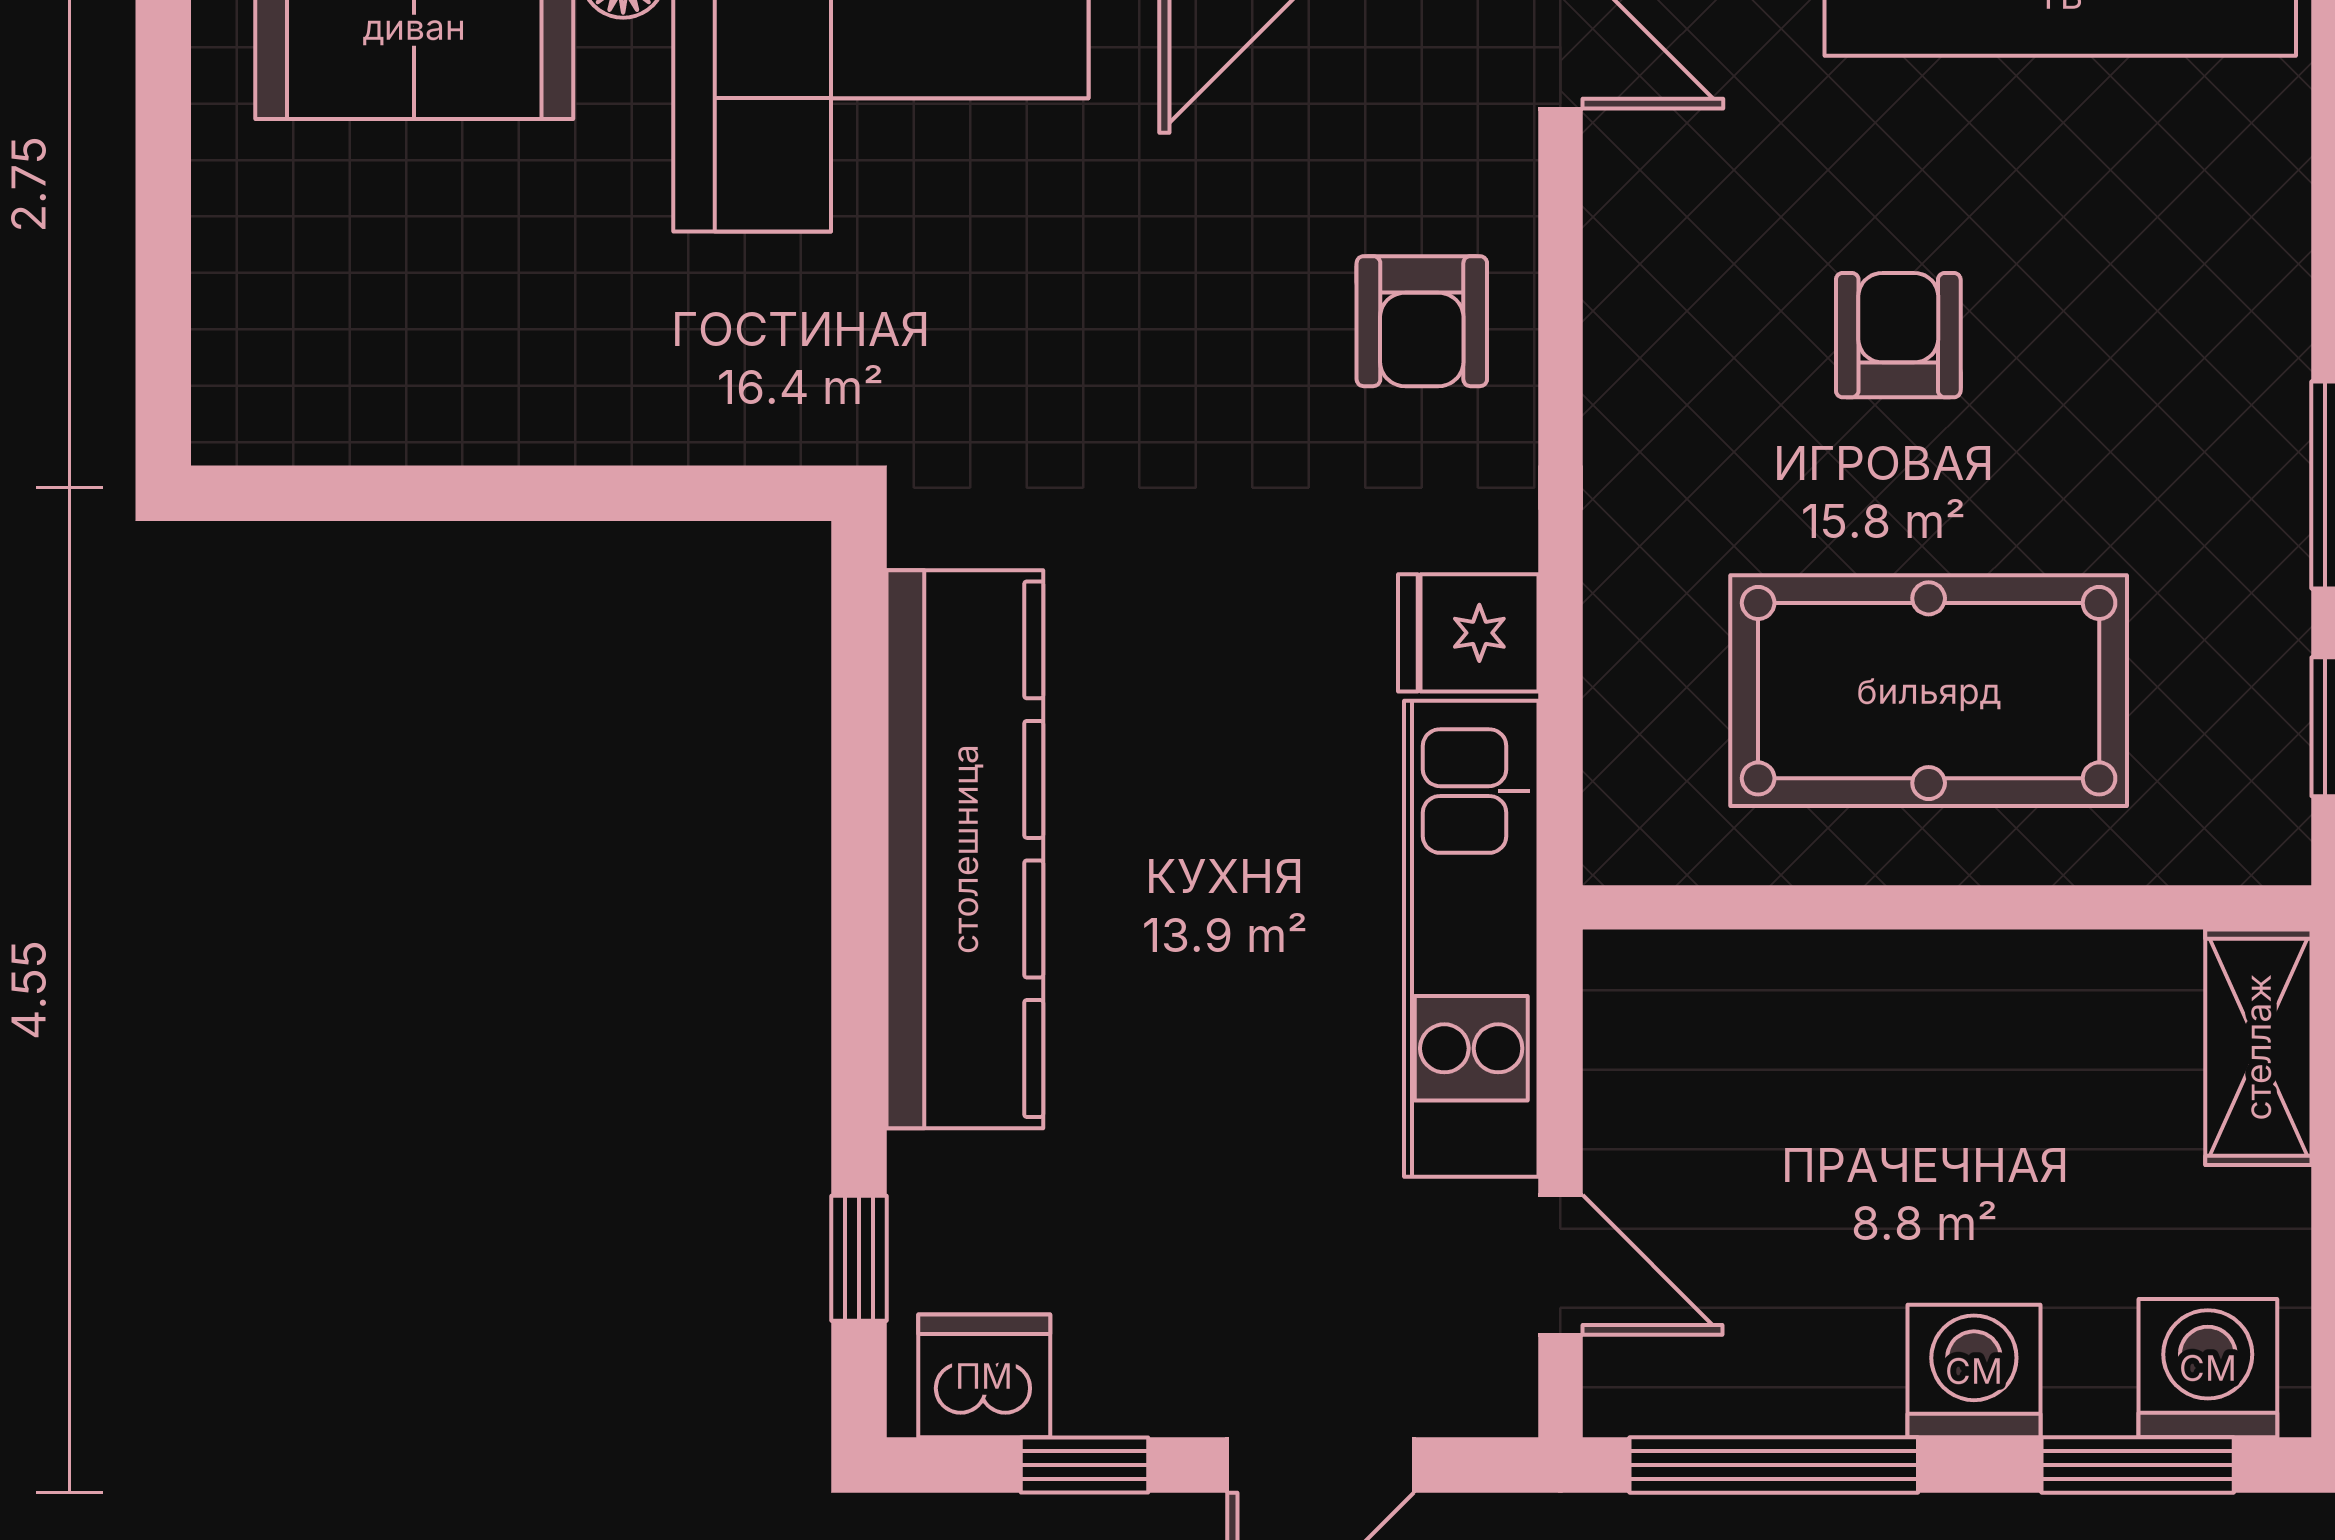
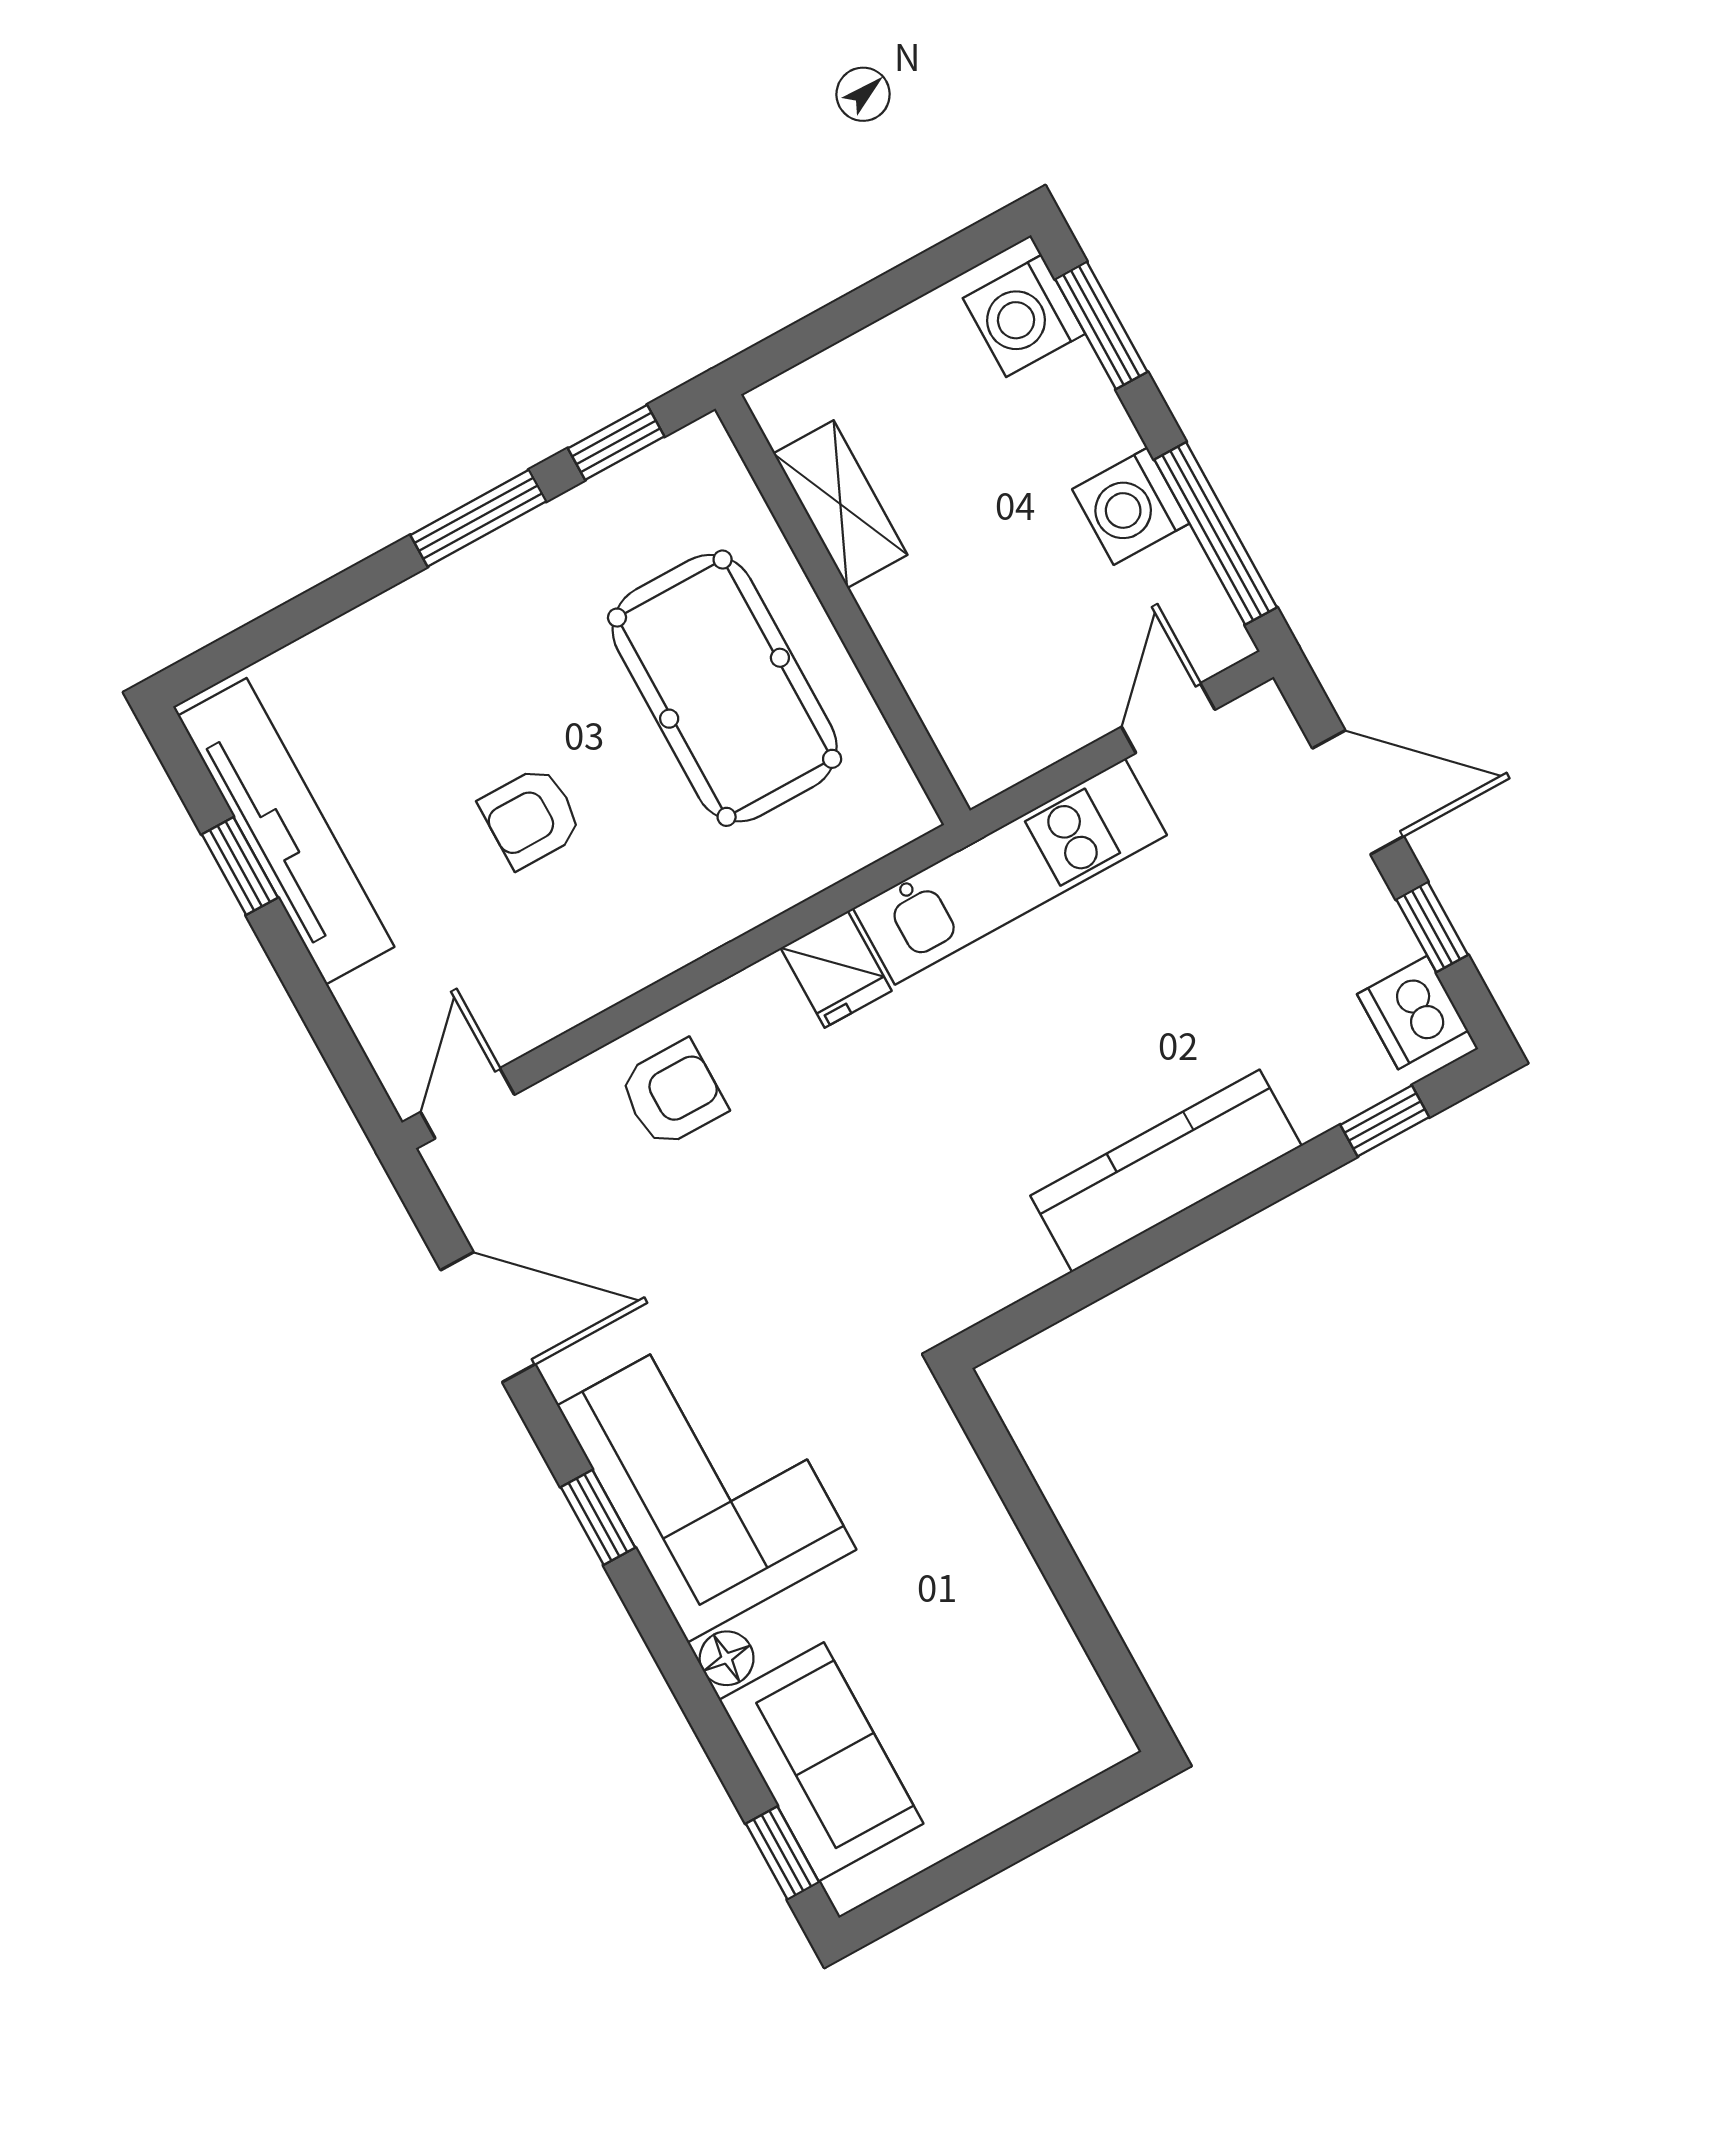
kitchen counter: (965, 849) -> (1166, 1171), width x0.72, depth x0.86
shelving: (2258, 1047) -> (840, 504), moved, turned 90
washing machine: (1974, 1371) -> (1131, 506), moved

